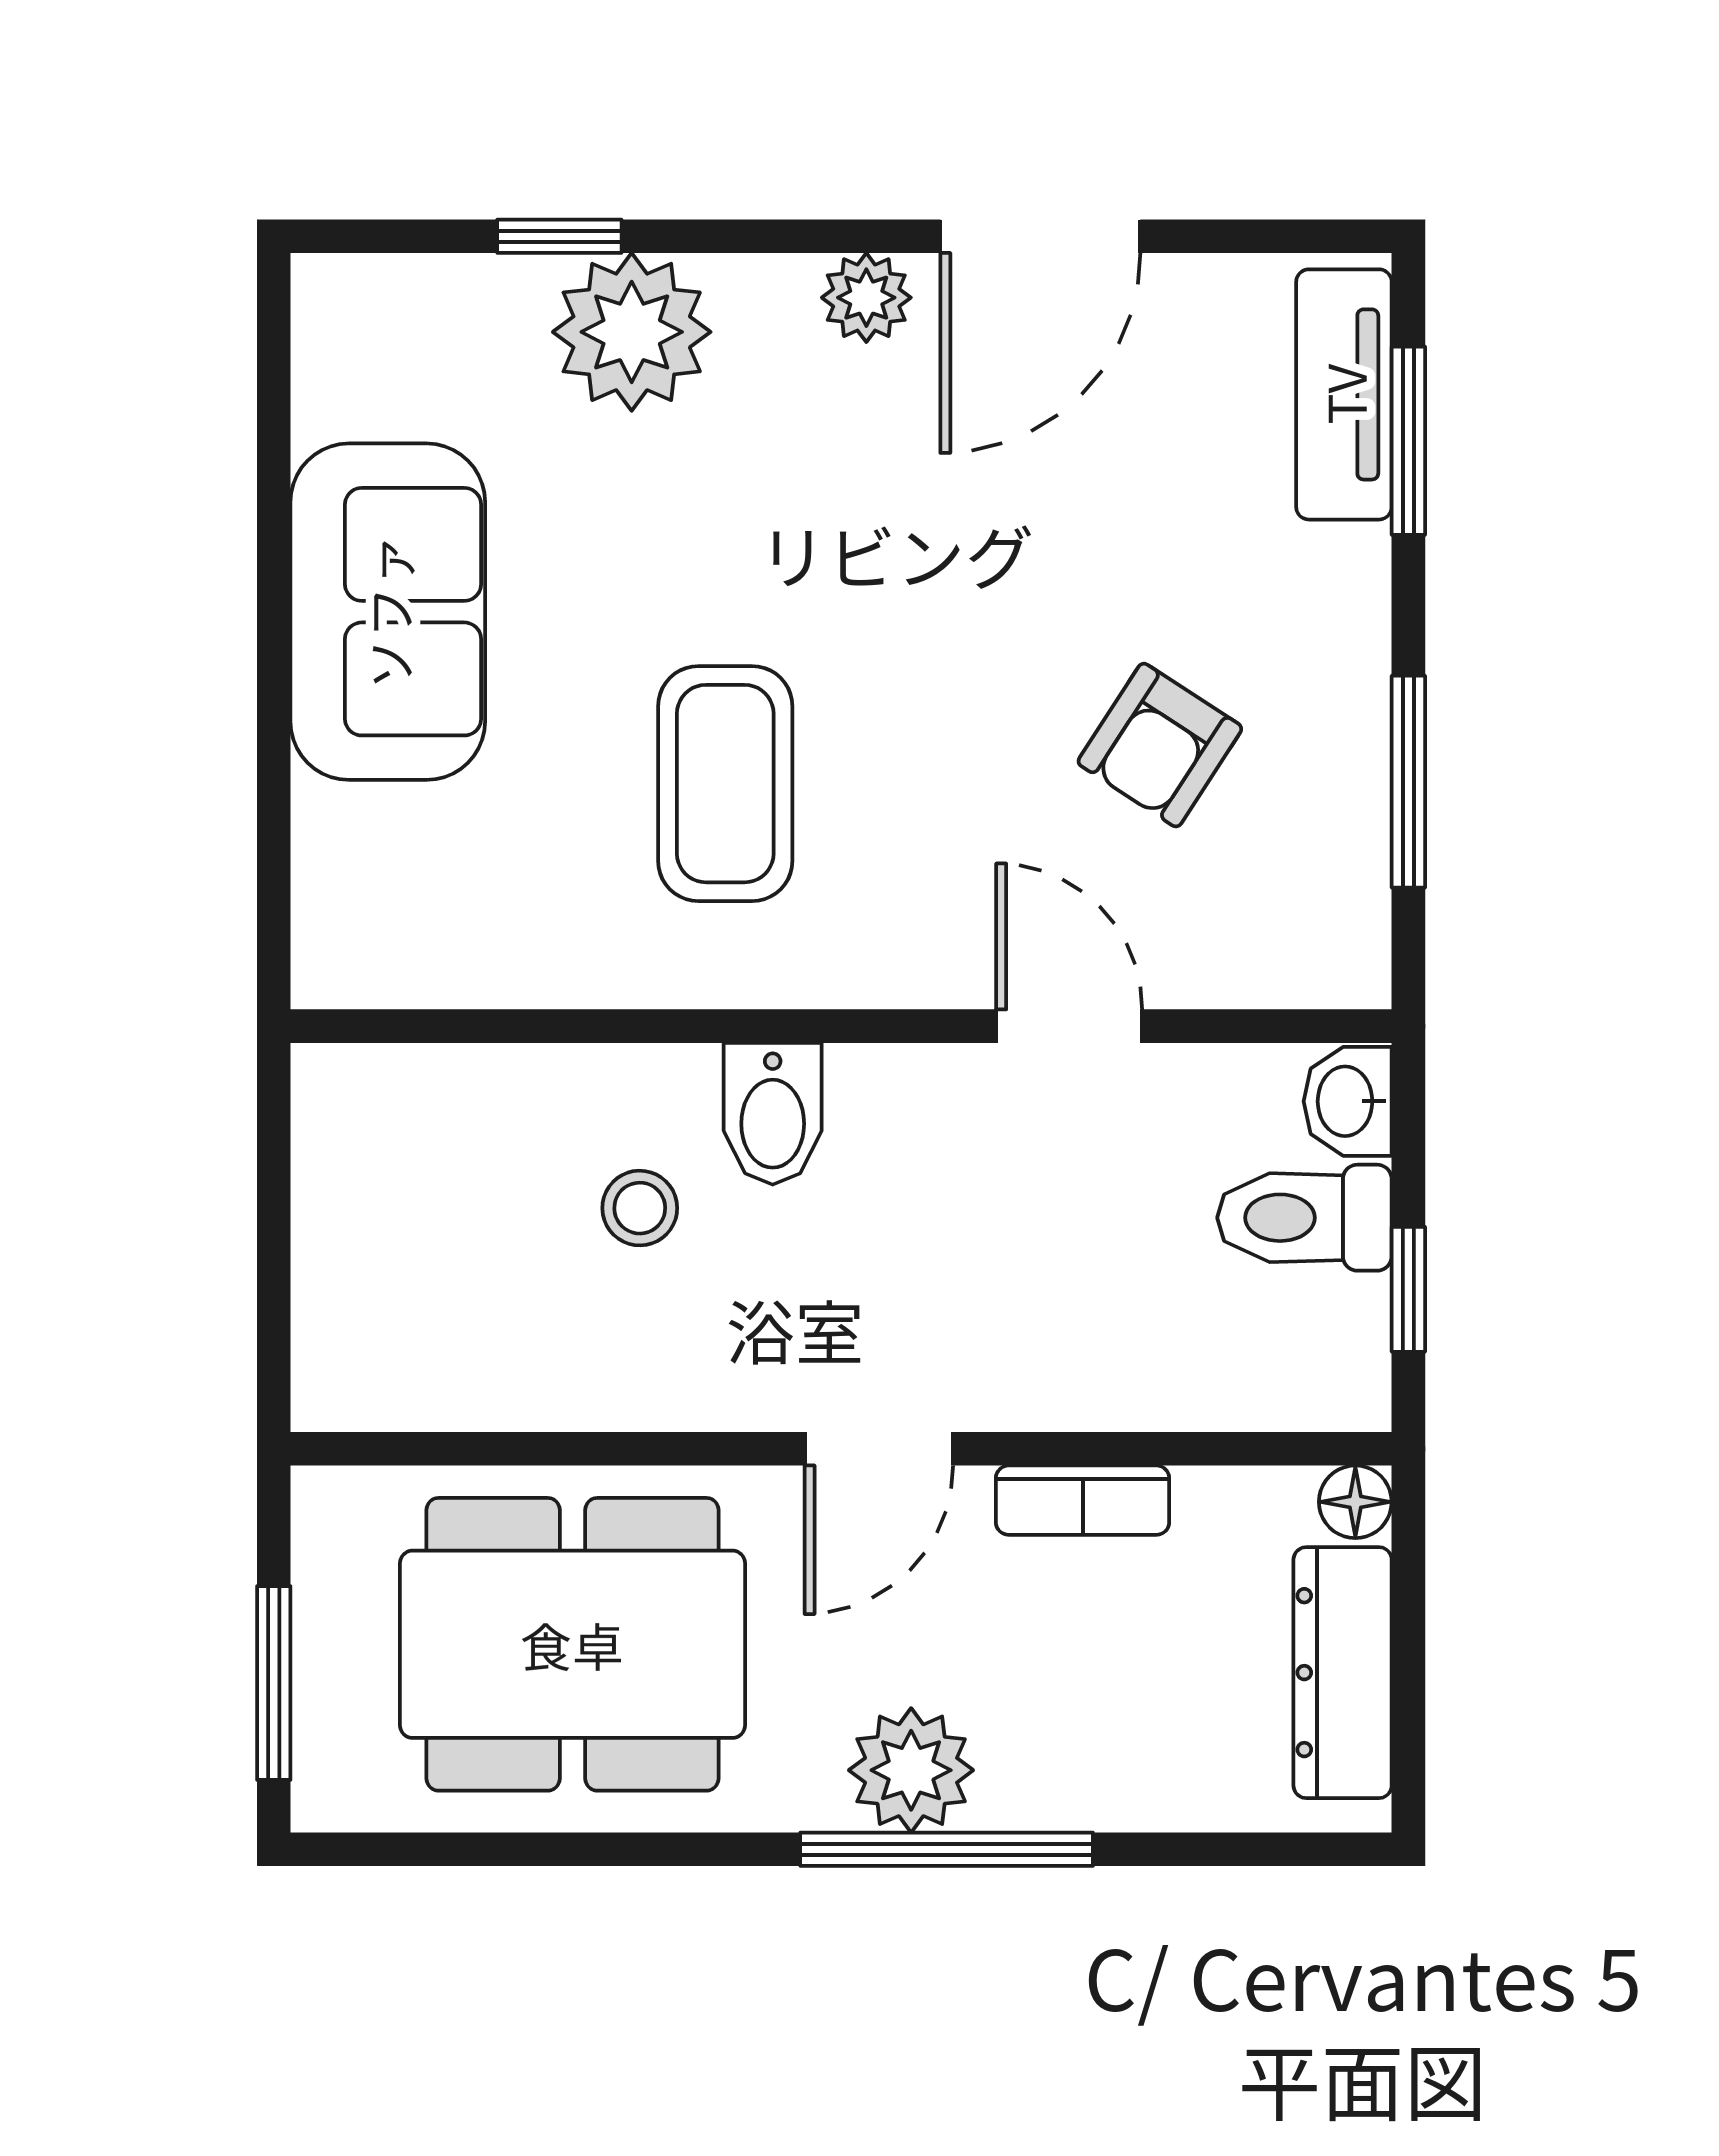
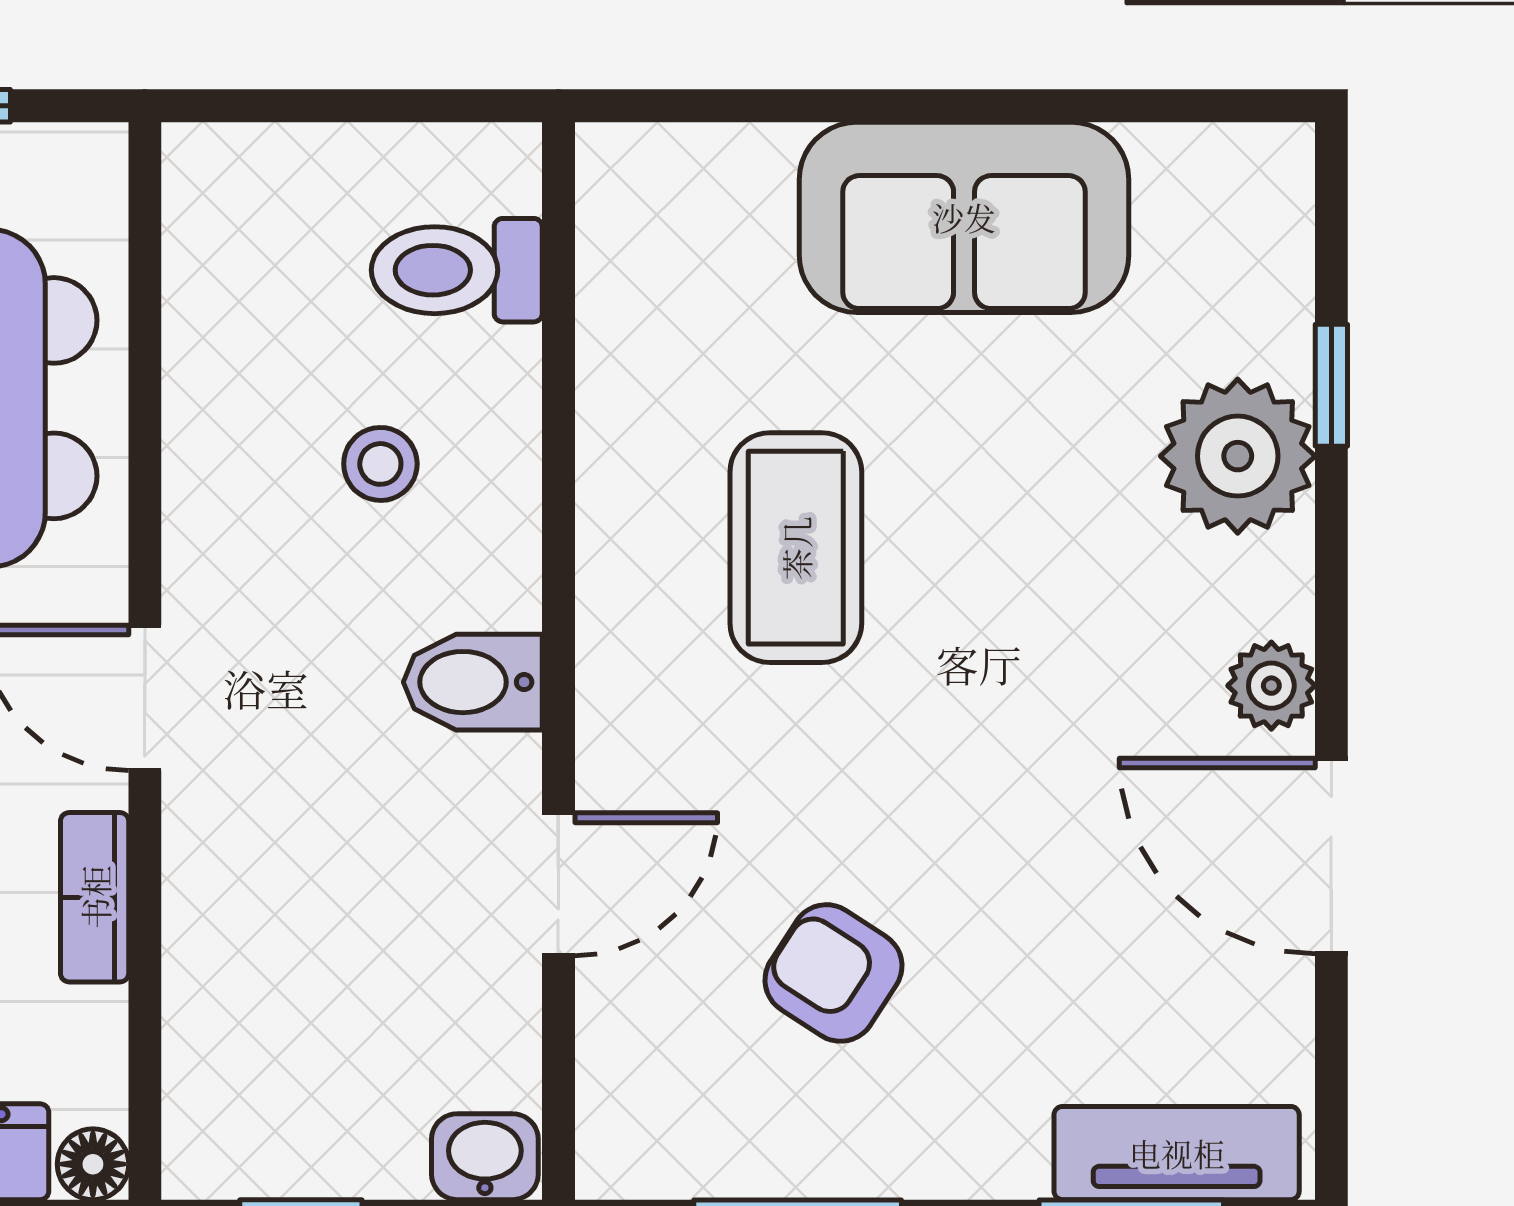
coffee table: (725, 784) -> (796, 548), turned 90
bidet: (773, 1114) -> (473, 682), moved
toilet: (1304, 1218) -> (457, 270), moved, turned -90

